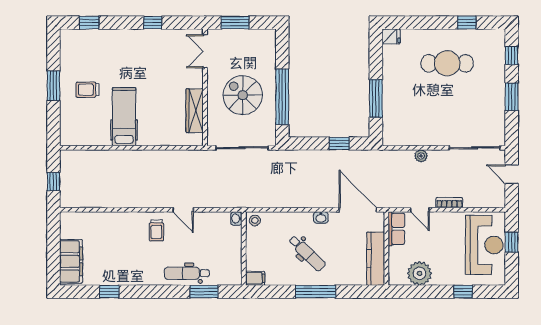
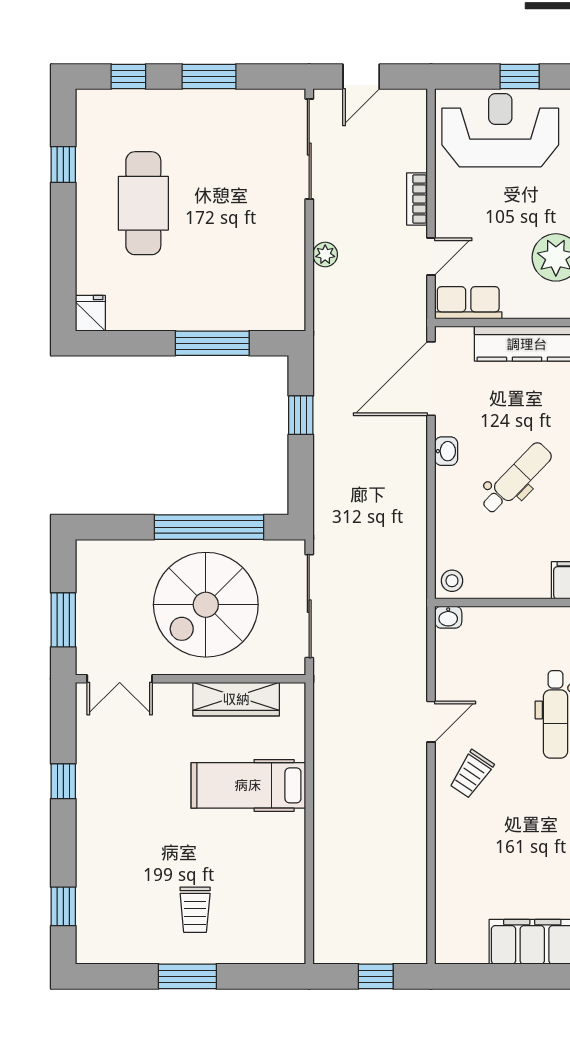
spiral stairs: (243, 95) -> (206, 605), width x1.37, depth x1.37
hospital bed: (124, 117) -> (248, 785), moved
trolley: (156, 230) -> (471, 774), turned 124
window: (512, 242) -> (520, 77), moved

